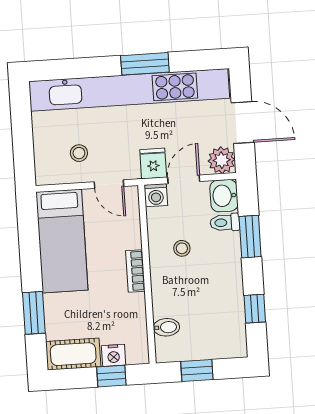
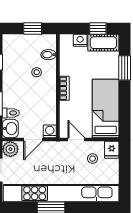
fridge: (153, 163) -> (112, 150), moved
stool: (182, 248) -> (37, 72), moved
window: (111, 376) -> (98, 28), moved

